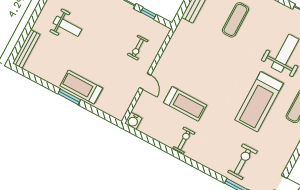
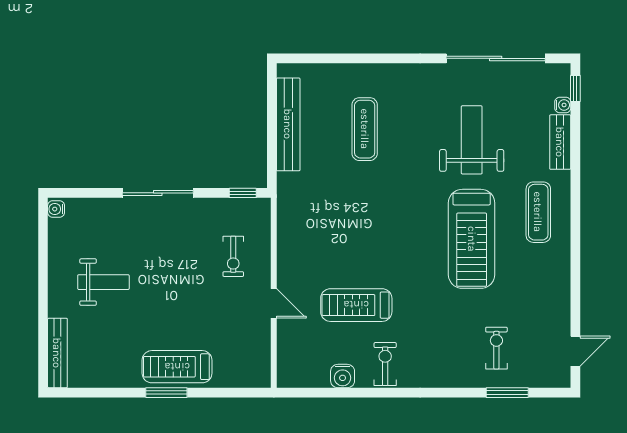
window: (148, 13) -> (243, 193), moved
treadmill: (185, 104) -> (356, 305), turned 180
water cooler: (133, 121) -> (343, 376), moved
exercise bike: (242, 162) -> (496, 348), width x0.73, depth x0.72

